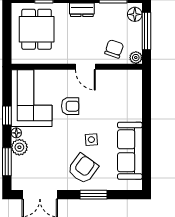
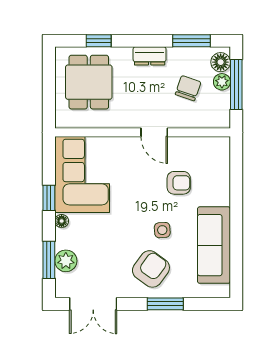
chair: (114, 49) -> (188, 88), moved
plant: (136, 58) -> (222, 82), moved
armchair: (70, 106) -> (179, 183), moved
plant: (19, 147) -> (66, 261), moved

